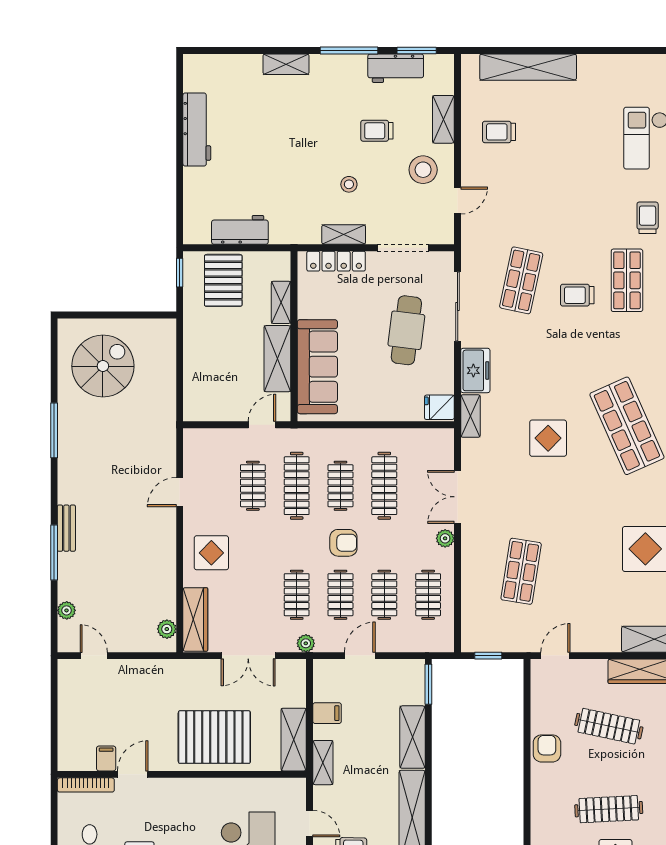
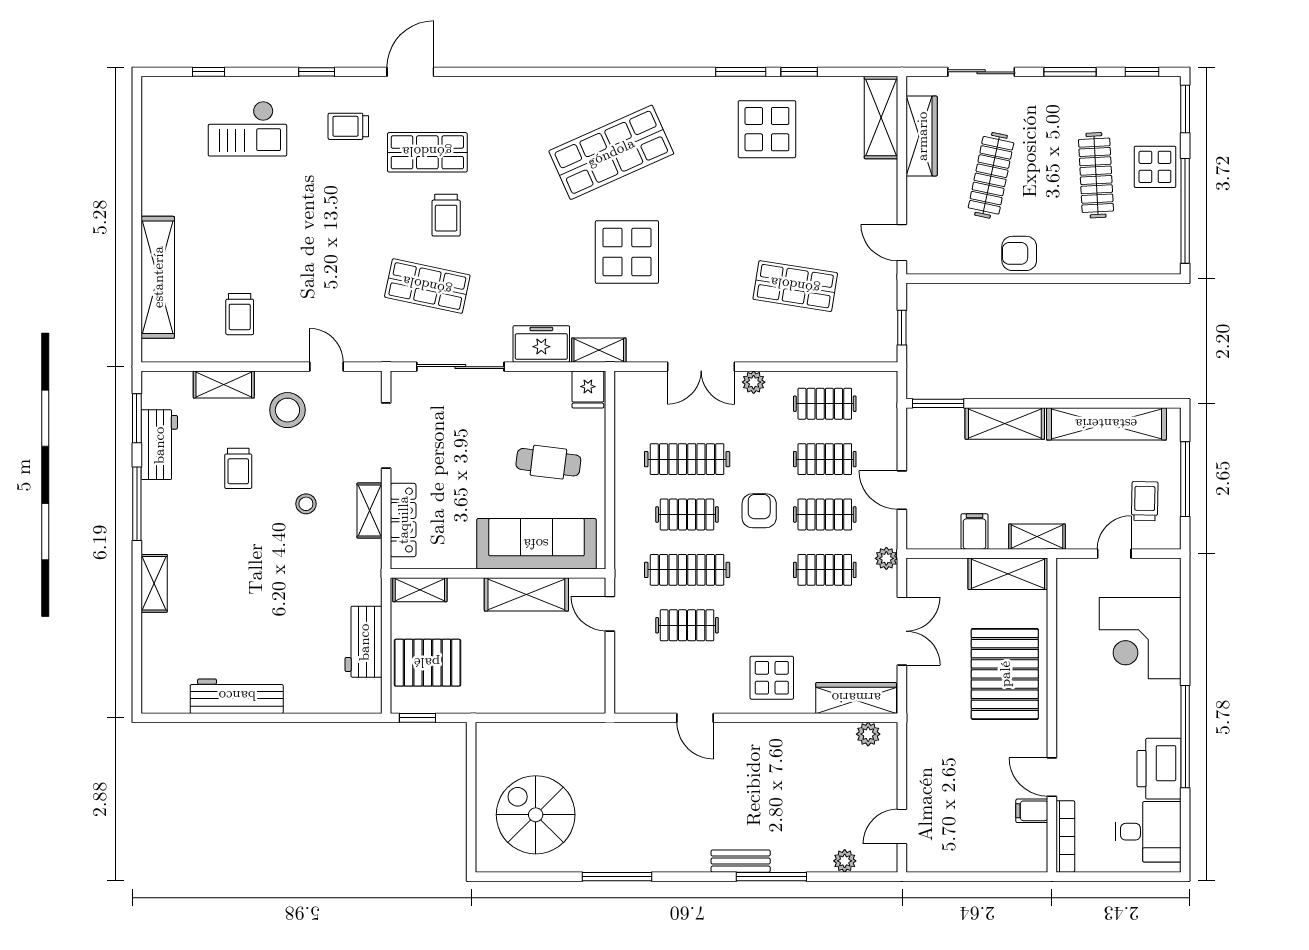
shelving: (281, 302) -> (420, 590), moved
cafe table: (406, 330) -> (548, 462), moved, width x0.73, depth x0.74
display table: (548, 438) -> (627, 252), width x1.36, depth x1.36

